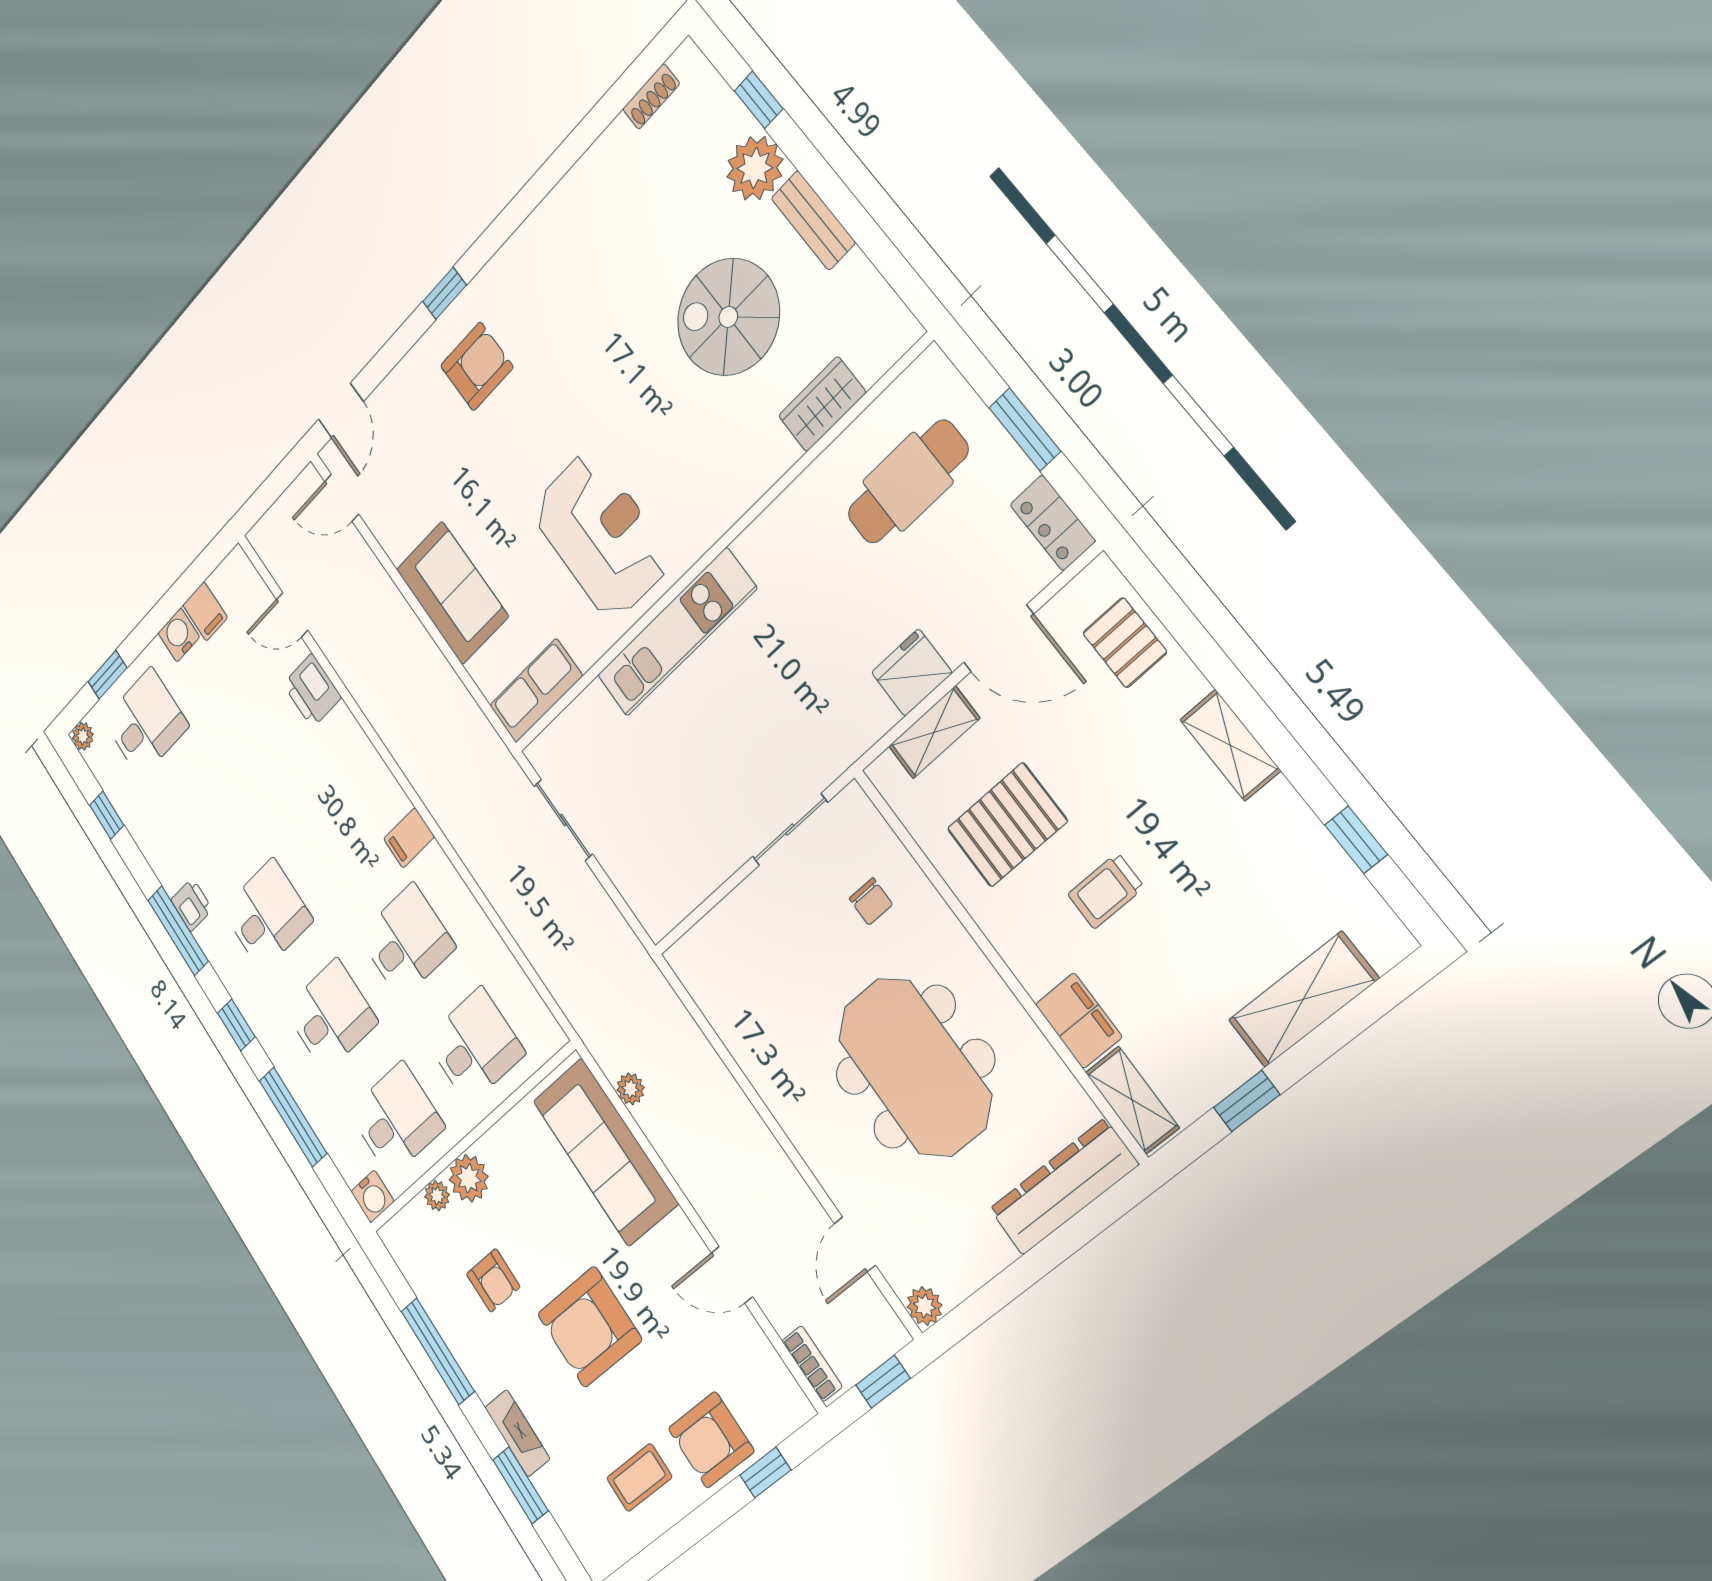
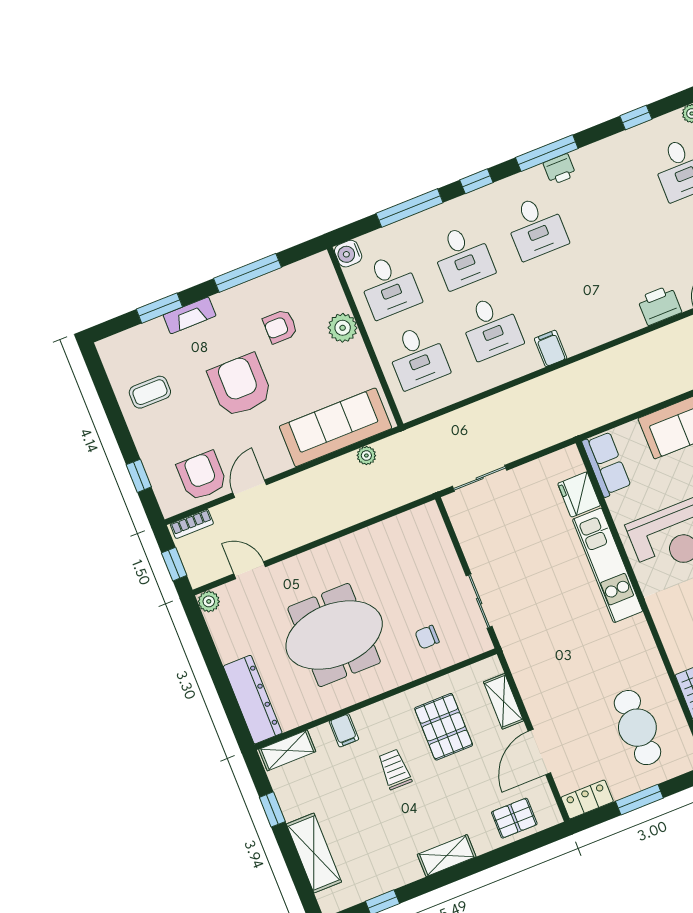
fridge: (912, 673) -> (579, 494), moved, turned 180
sliding door: (563, 820) -> (480, 478), moved
filing cabinet: (1079, 1021) -> (344, 730), width x0.50
plant: (437, 1196) -> (338, 302), removed
armchair: (711, 1440) -> (202, 476), moved
coffee table: (639, 1478) -> (150, 392), turned 90

